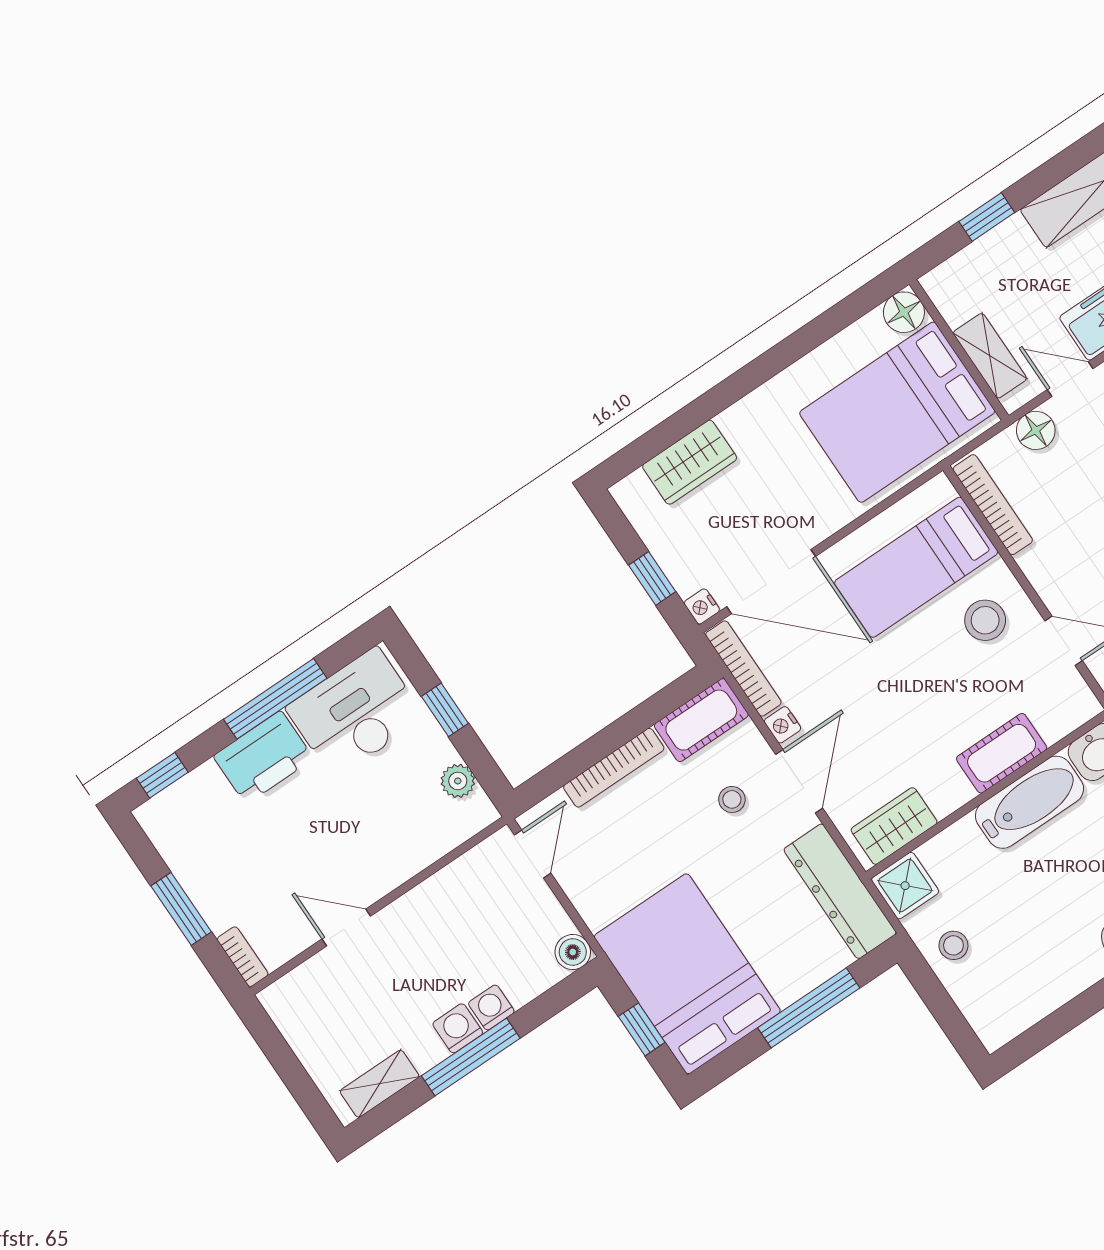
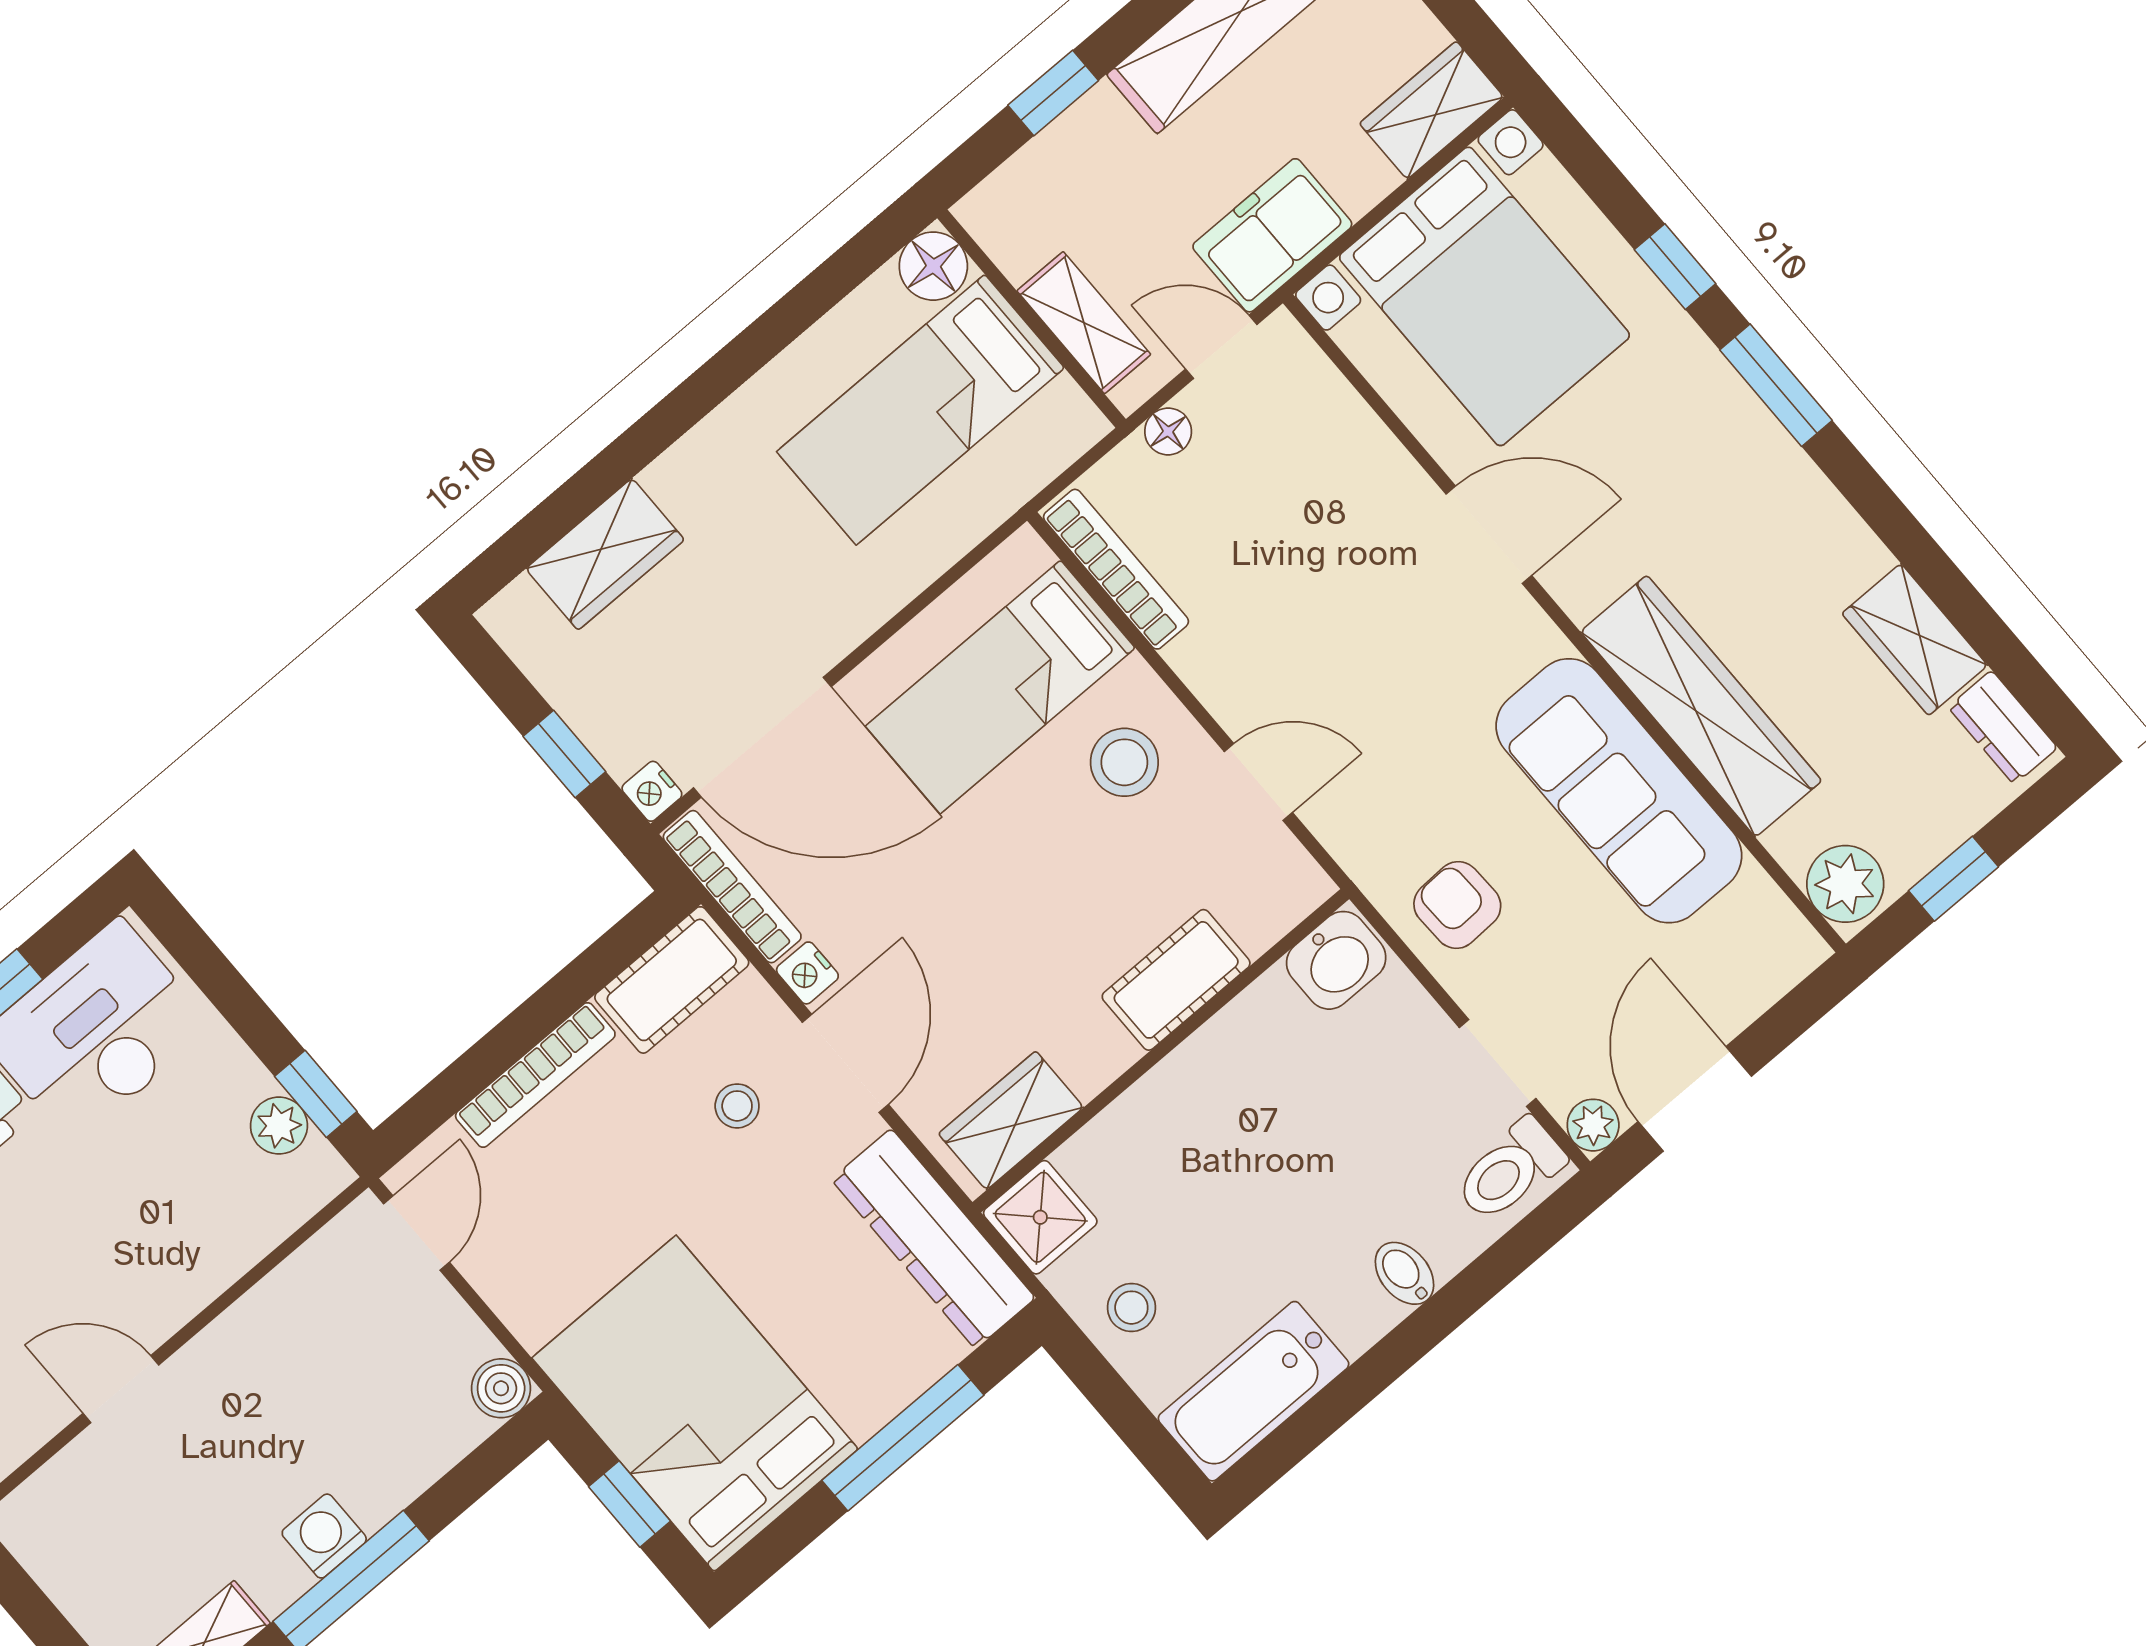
bed: (897, 412) -> (921, 410), width x0.67
floor lamp: (1036, 430) -> (1168, 431), width x0.73, depth x0.73
window: (445, 710) -> (316, 1094), moved
bathtub: (1029, 802) -> (1254, 1391), moved, turned 180
washing machine: (491, 1007) -> (376, 1495), removed

